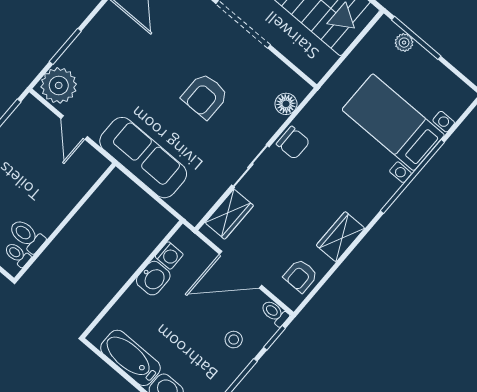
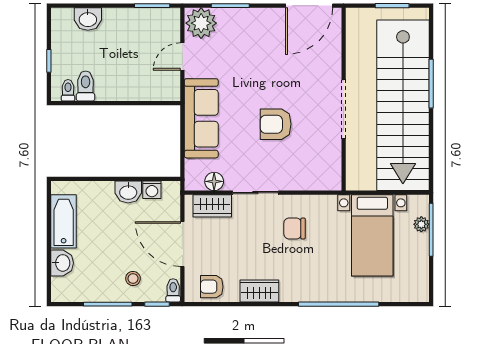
floor lamp: (286, 104) -> (214, 181), moved
bed with nightstands: (393, 122) -> (372, 235), moved, turned 180
chair: (293, 143) -> (295, 228), moved, turned 90

